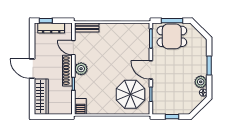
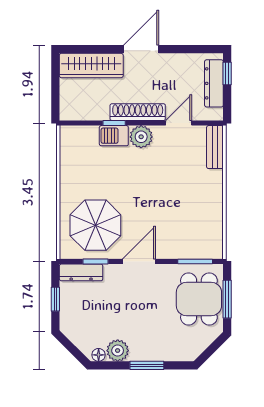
dresser: (157, 102) -> (81, 272), added
barbecue: (80, 106) -> (114, 136), moved

